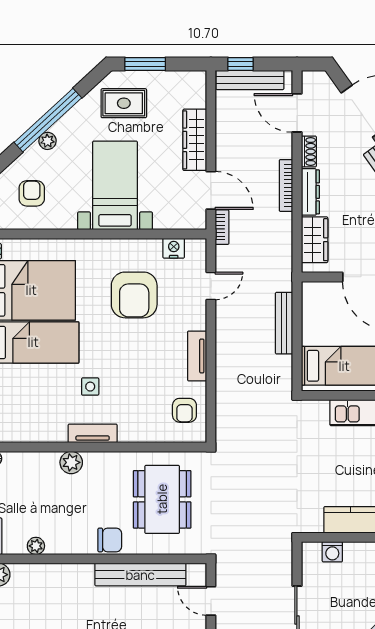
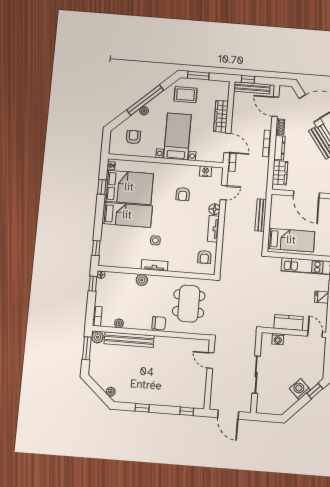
armchair: (134, 295) -> (183, 194), width x0.53, depth x0.53
floor lamp: (196, 319) -> (214, 209), added
bench: (140, 575) -> (129, 340), moved

